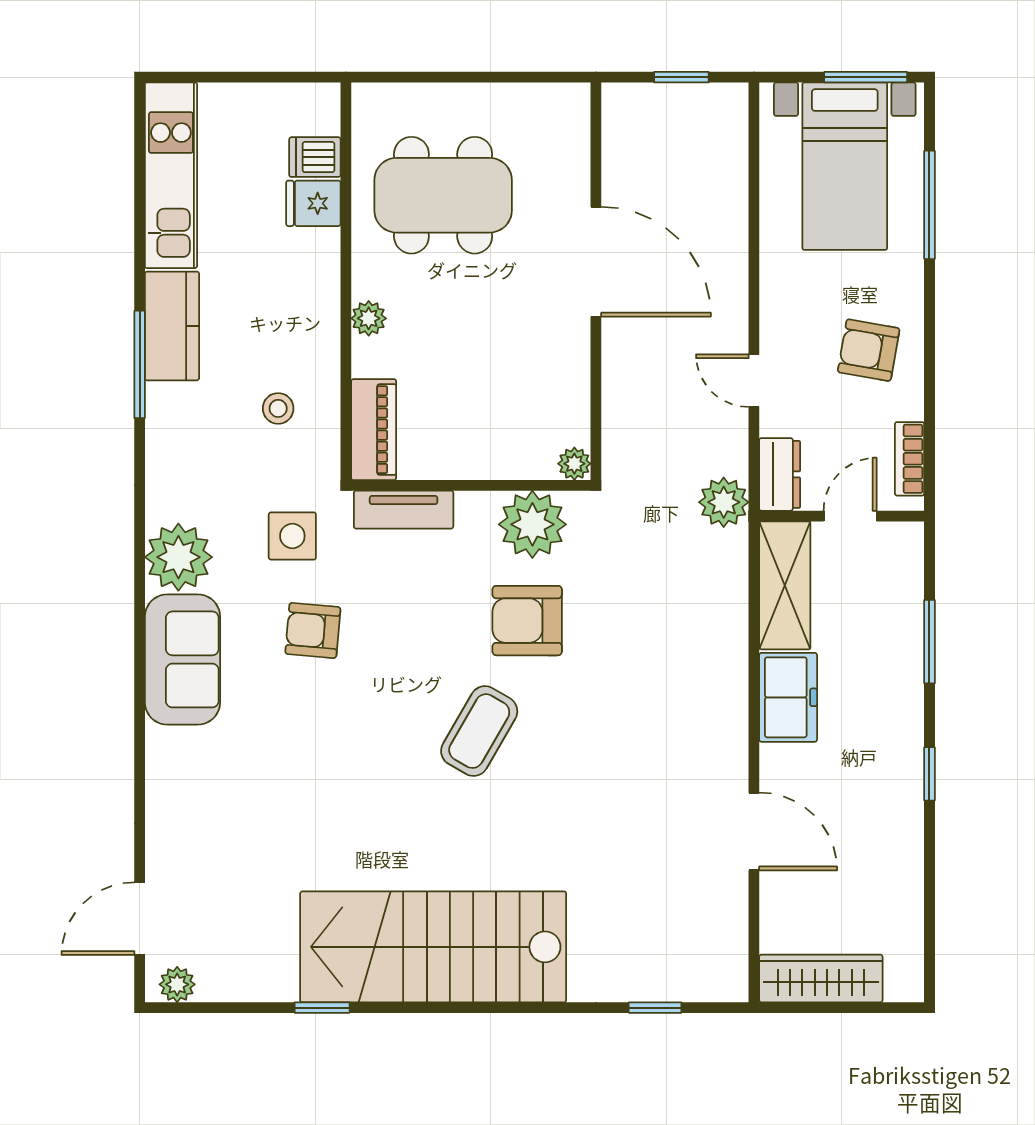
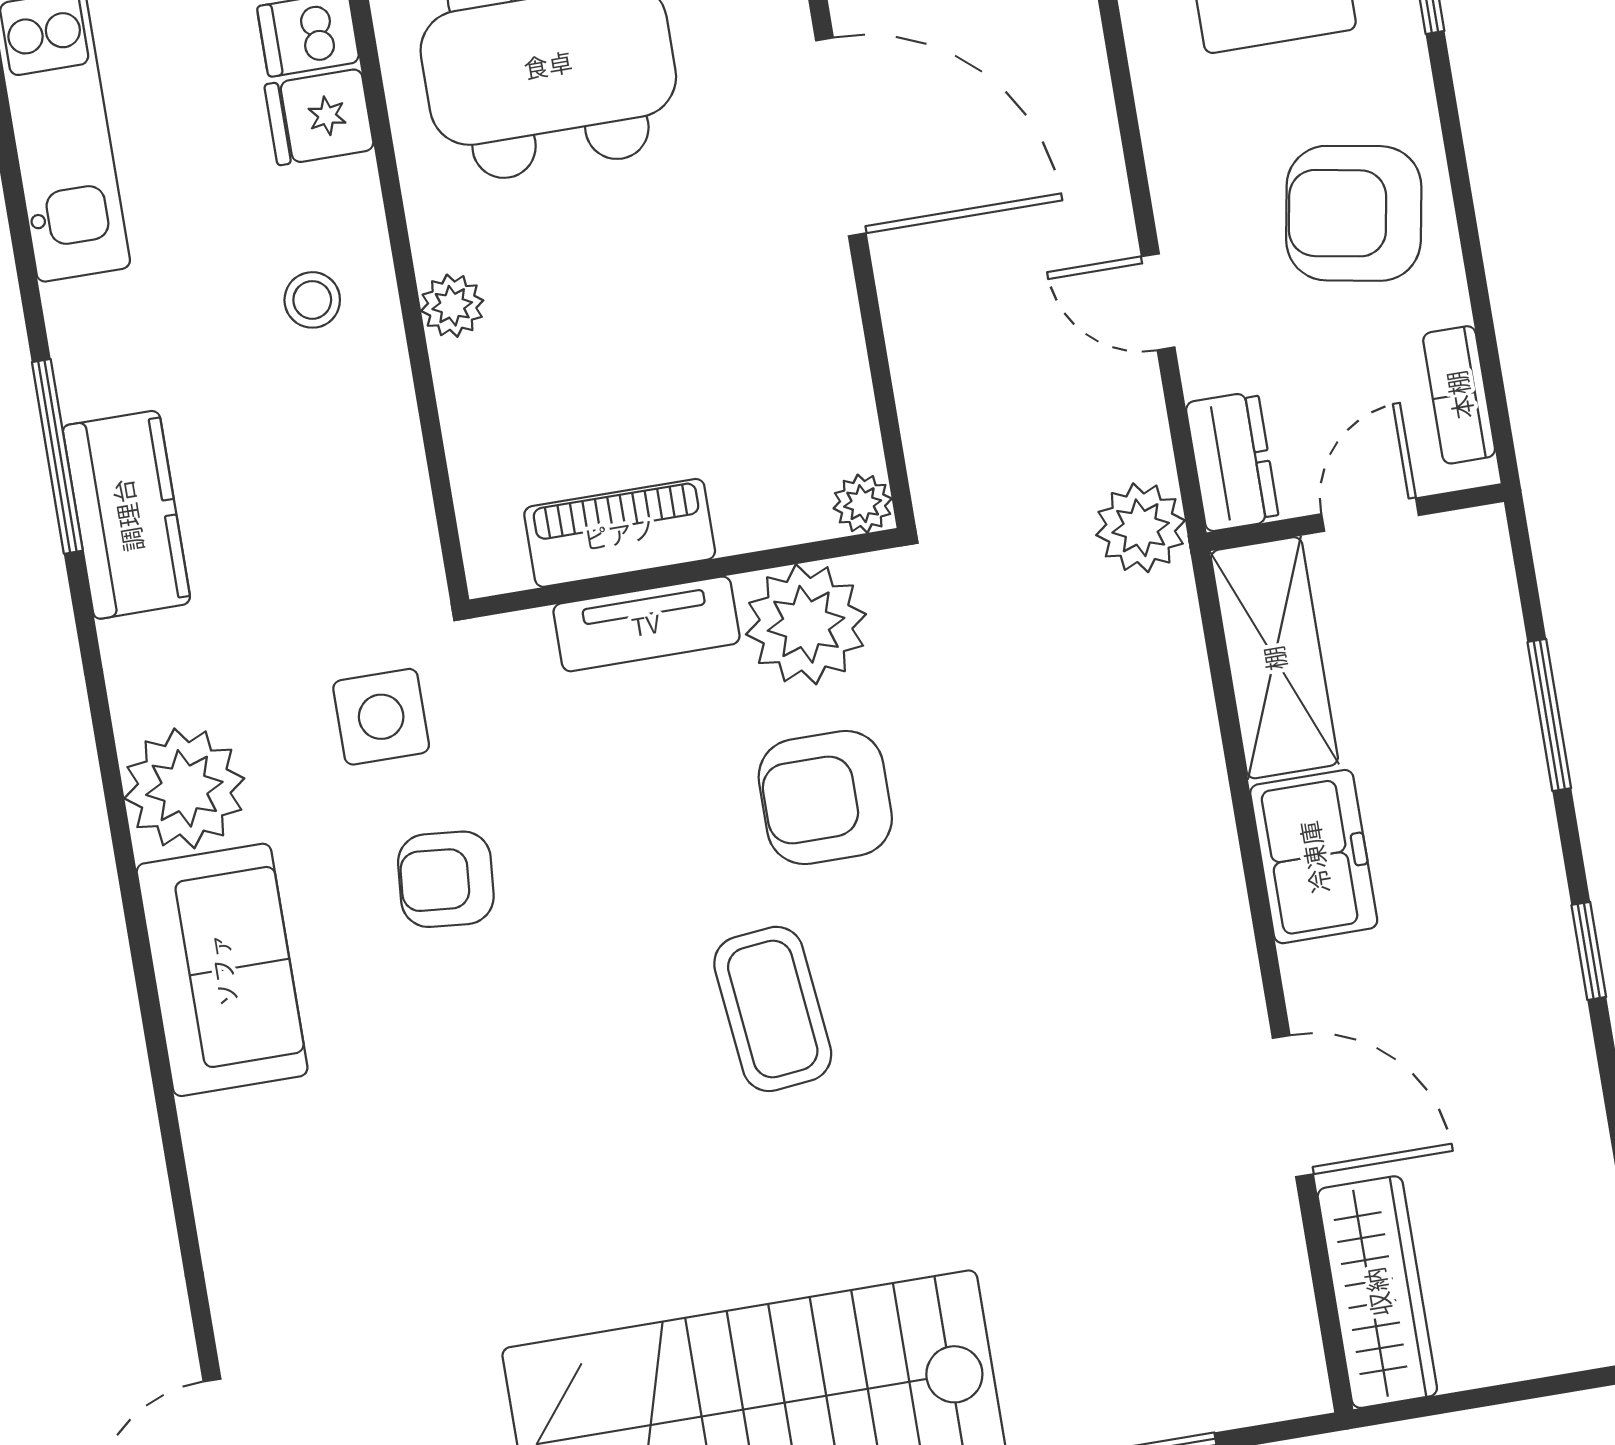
kitchen counter: (172, 326) -> (127, 515), moved
armchair: (869, 350) -> (1354, 213), width x1.38, depth x1.38
stool: (278, 408) -> (312, 300), moved
piano: (374, 430) -> (620, 533), moved, turned -90
tv unit: (404, 510) -> (646, 624), moved
coffee table: (479, 731) -> (773, 1009), turned -36
wardrobe: (821, 978) -> (1377, 1292), moved, turned 90

